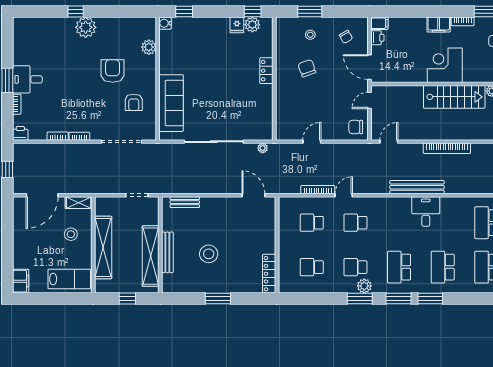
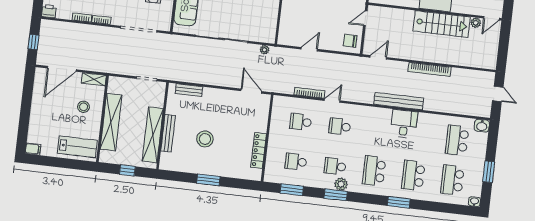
locker: (269, 274) -> (259, 150), moved
filing cabinet: (21, 281) -> (33, 149), width x0.50
window: (399, 299) -> (292, 190), moved

